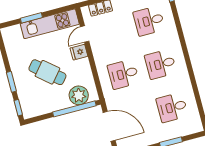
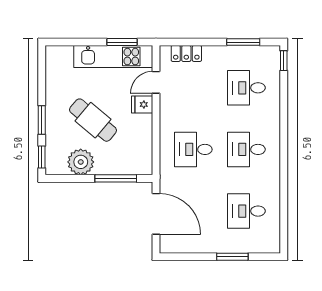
window: (31, 18) -> (122, 42), moved
plant: (79, 95) -> (81, 162), moved
window: (74, 109) -> (116, 178), width x0.68

